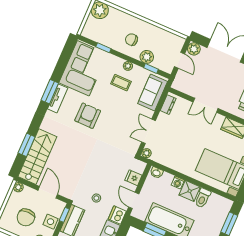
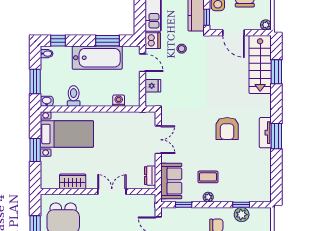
plant: (147, 57) -> (242, 215), moved
corner sofa: (83, 68) -> (253, 175), removed
plant: (147, 153) -> (151, 117), removed
washbasin: (157, 173) -> (47, 101), moved
washing machine: (178, 182) -> (119, 101), moved
shower: (190, 191) -> (90, 97), removed

